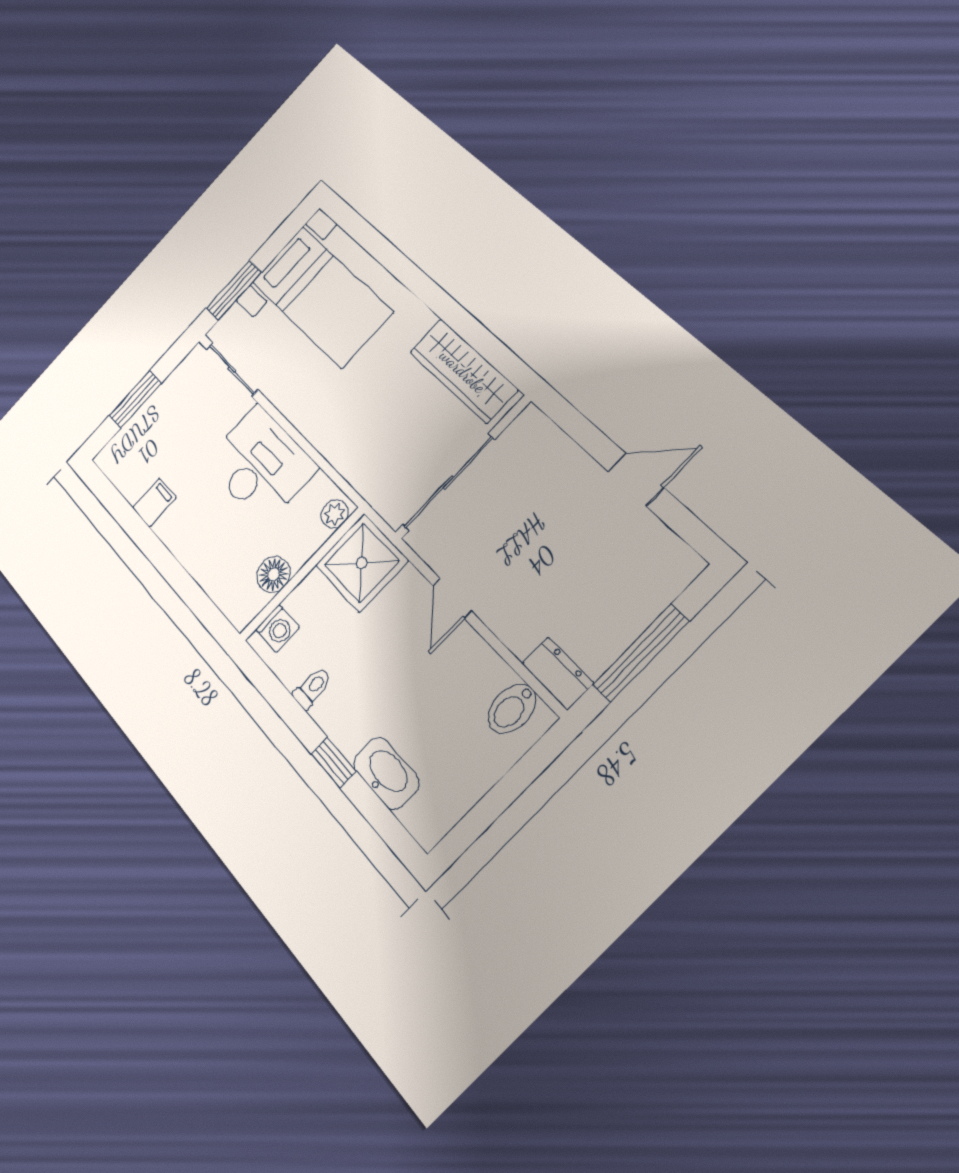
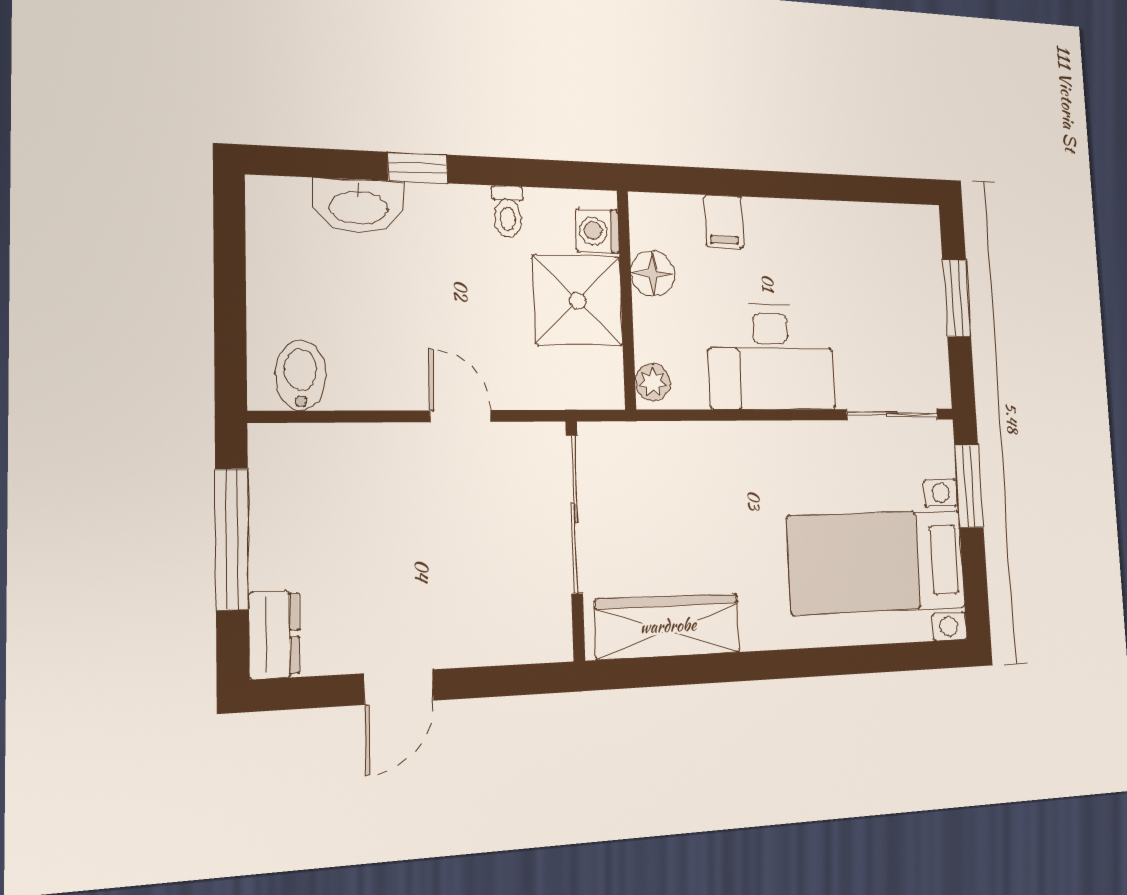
filing cabinet: (154, 503) -> (724, 222), moved
shower: (362, 563) -> (578, 300), moved
dresser: (558, 673) -> (274, 634), moved, turned -90

